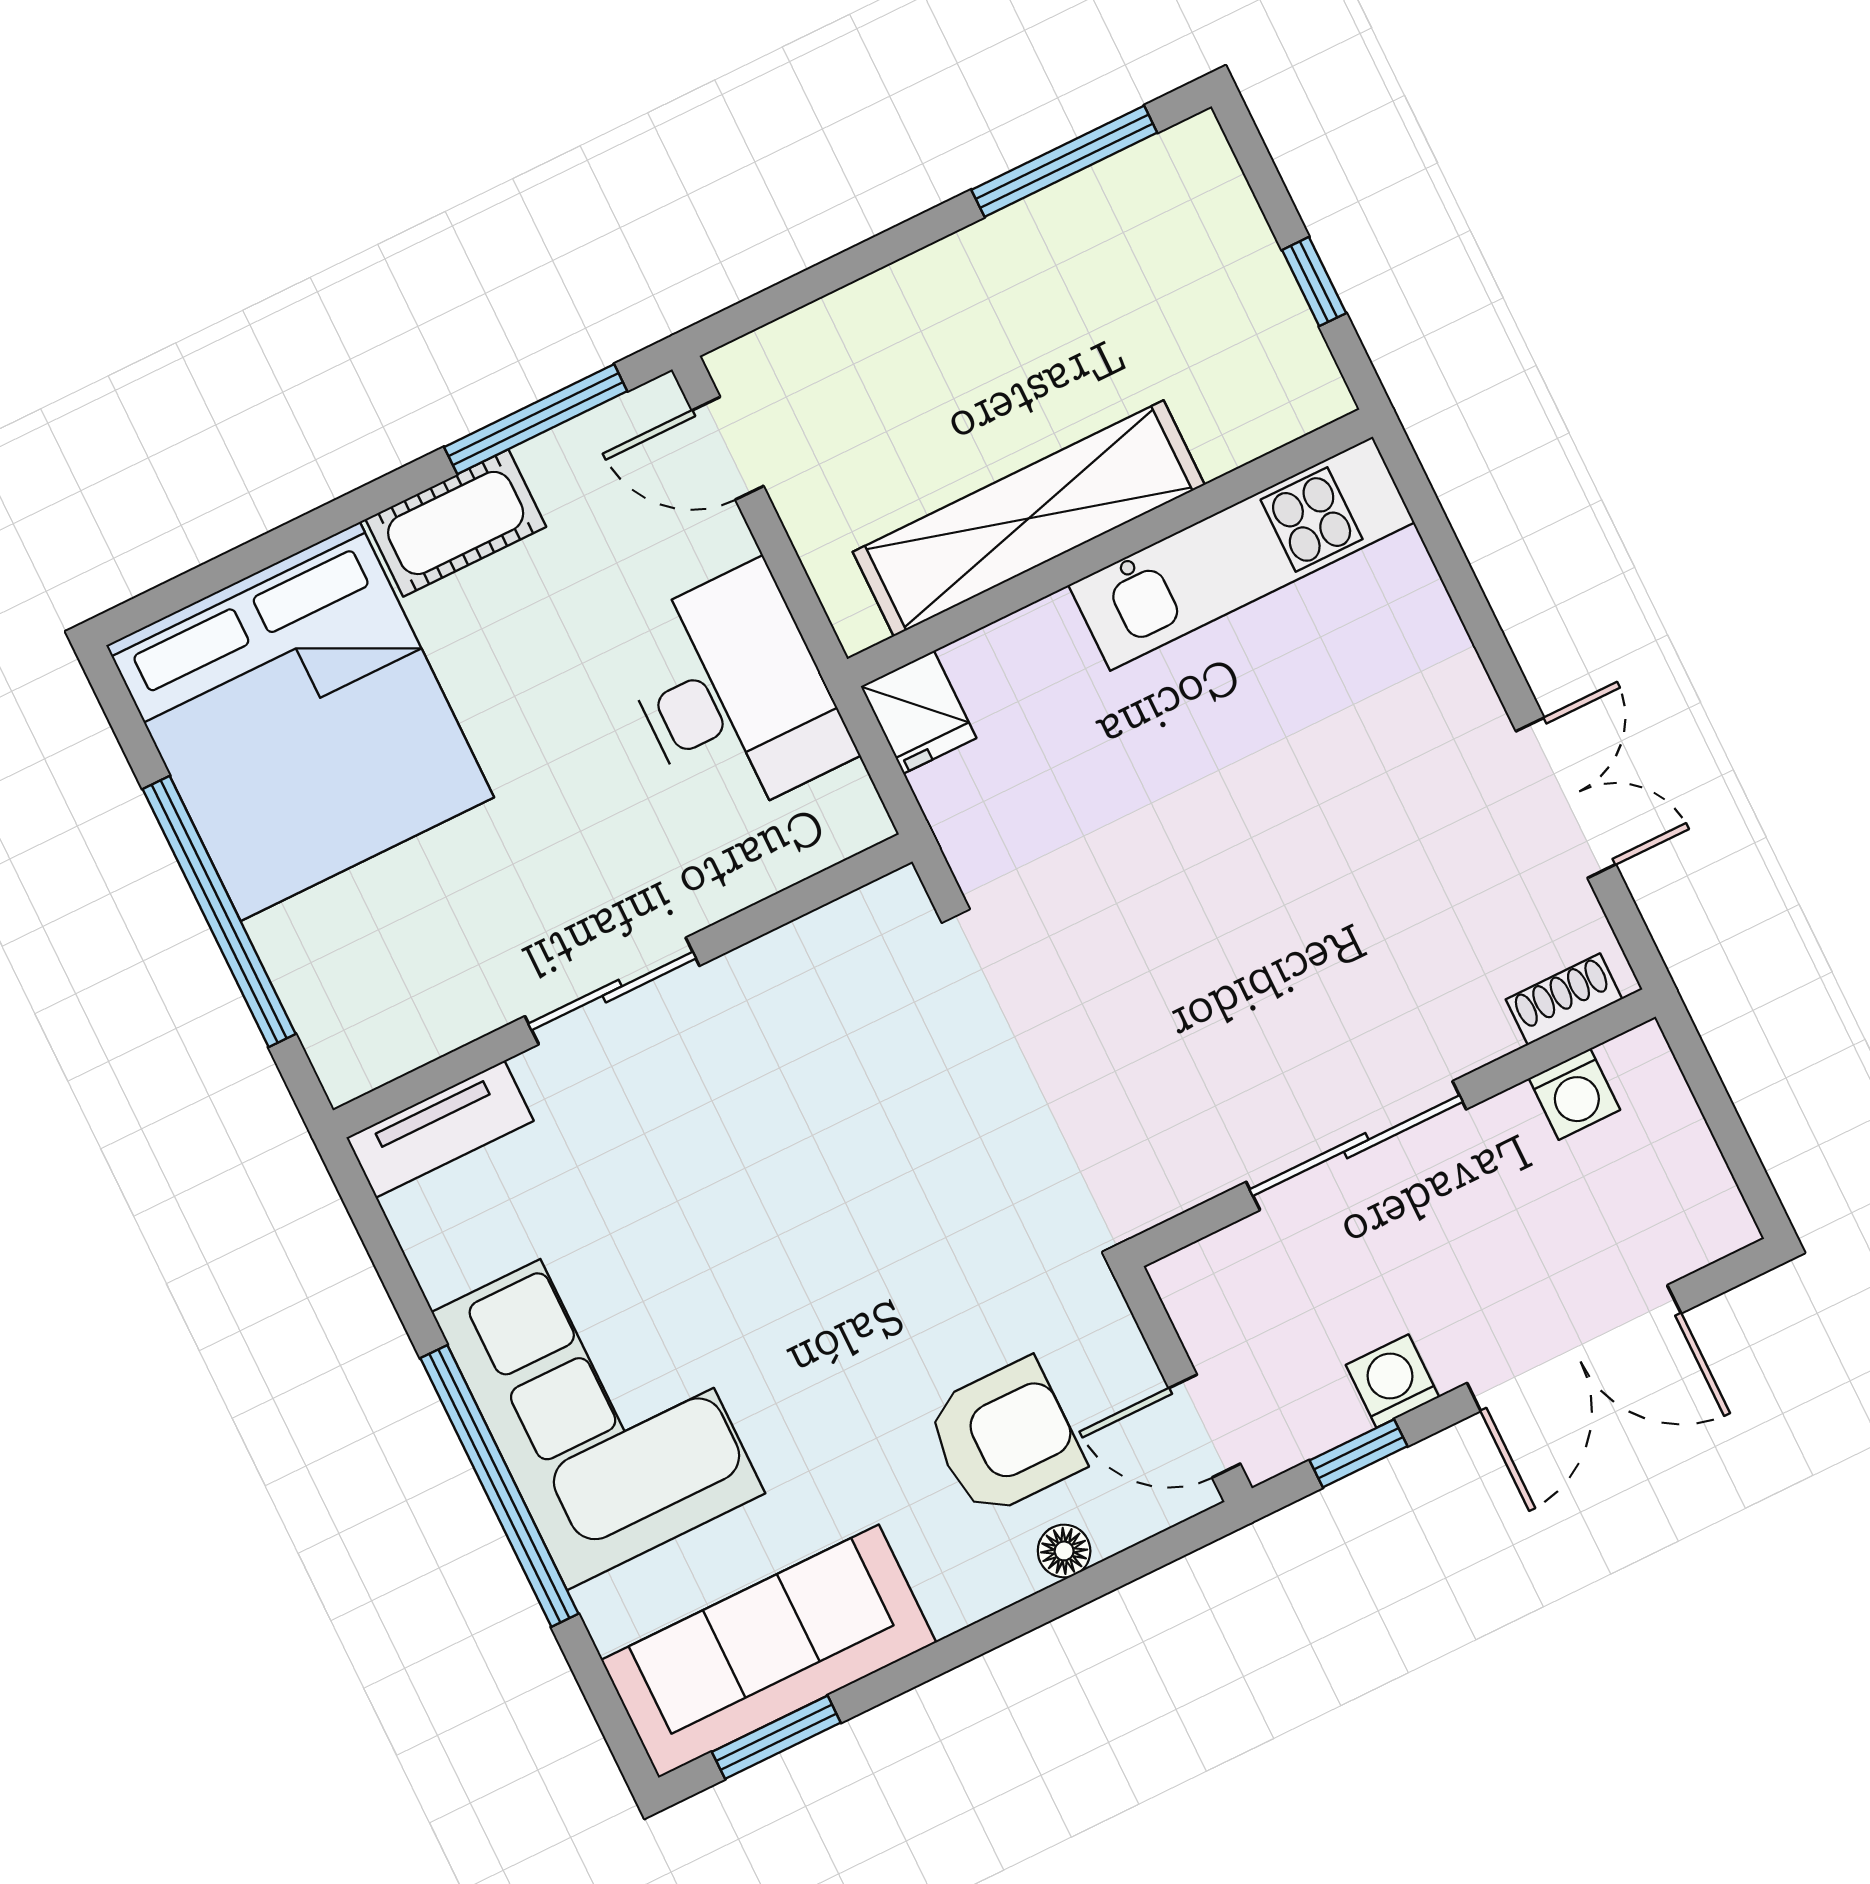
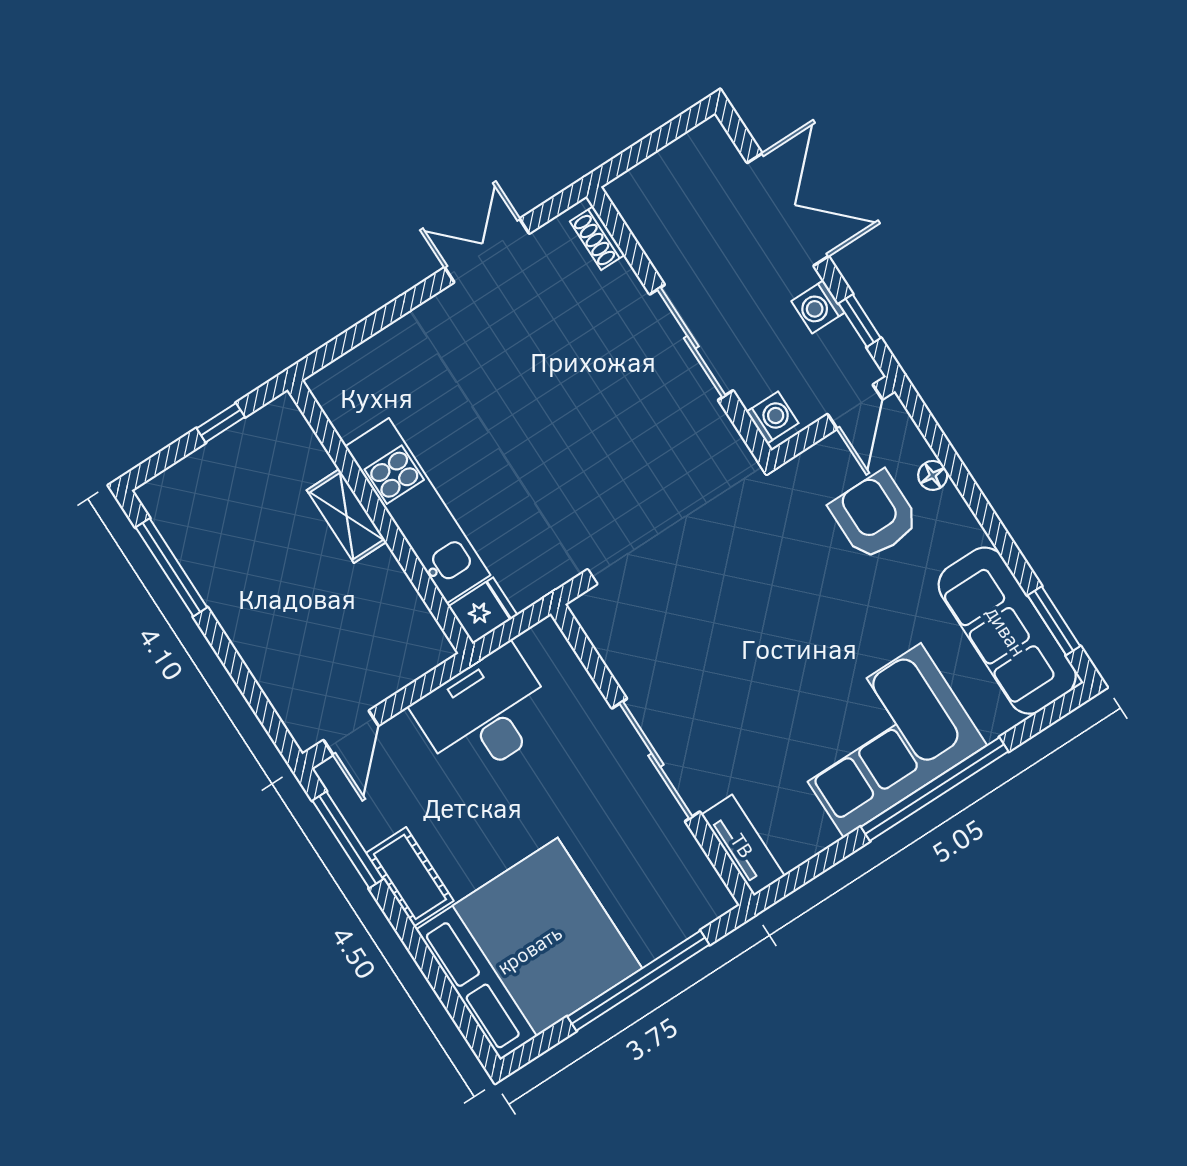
shelving: (1029, 518) -> (347, 516), width x0.45, depth x0.75
kitchen unit: (1241, 554) -> (418, 511), moved
sliding door: (612, 991) -> (656, 760), width x1.37
washing machine: (1574, 1094) -> (772, 418), moved

